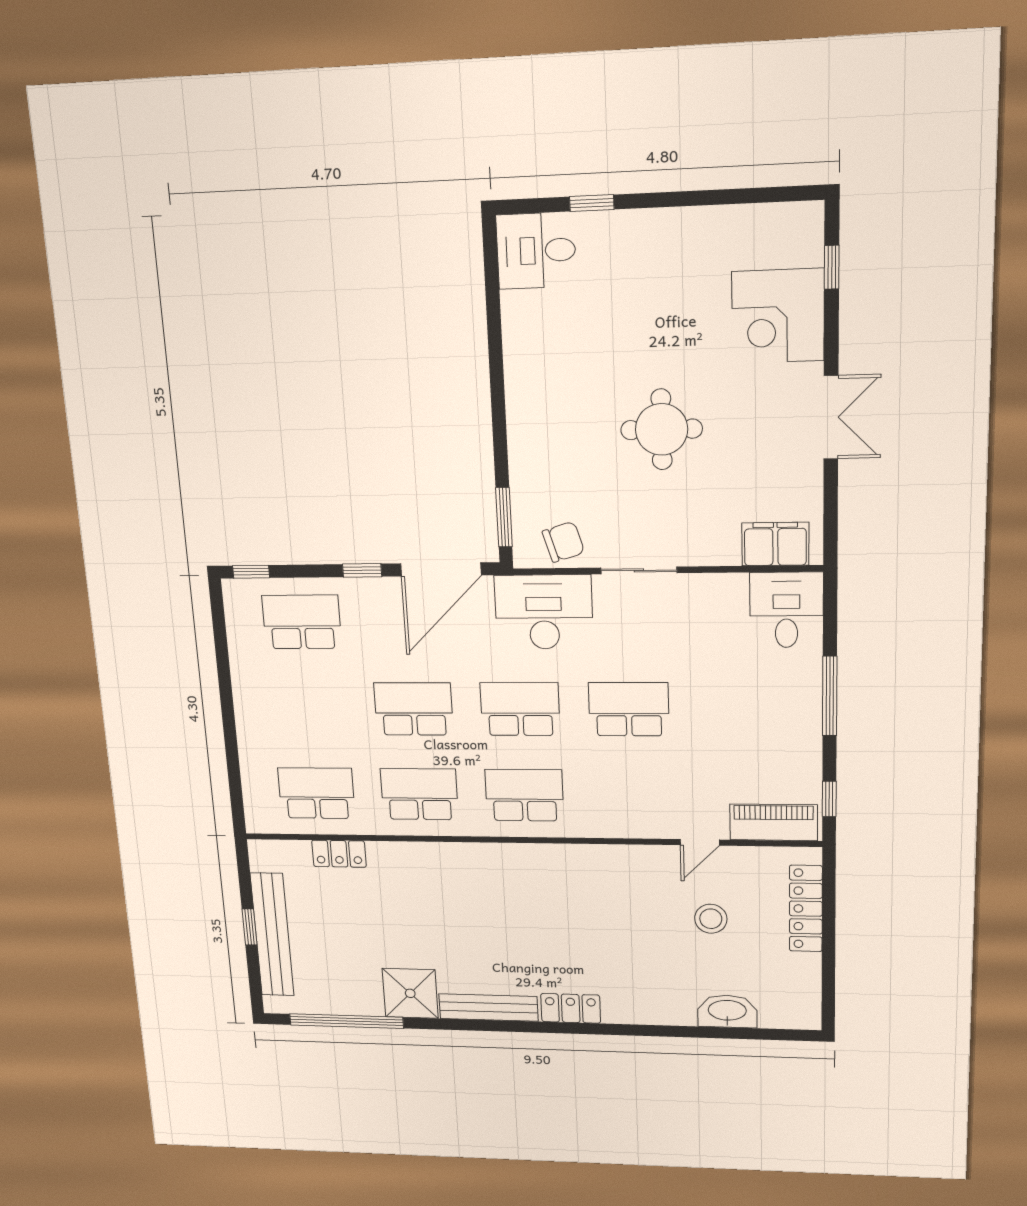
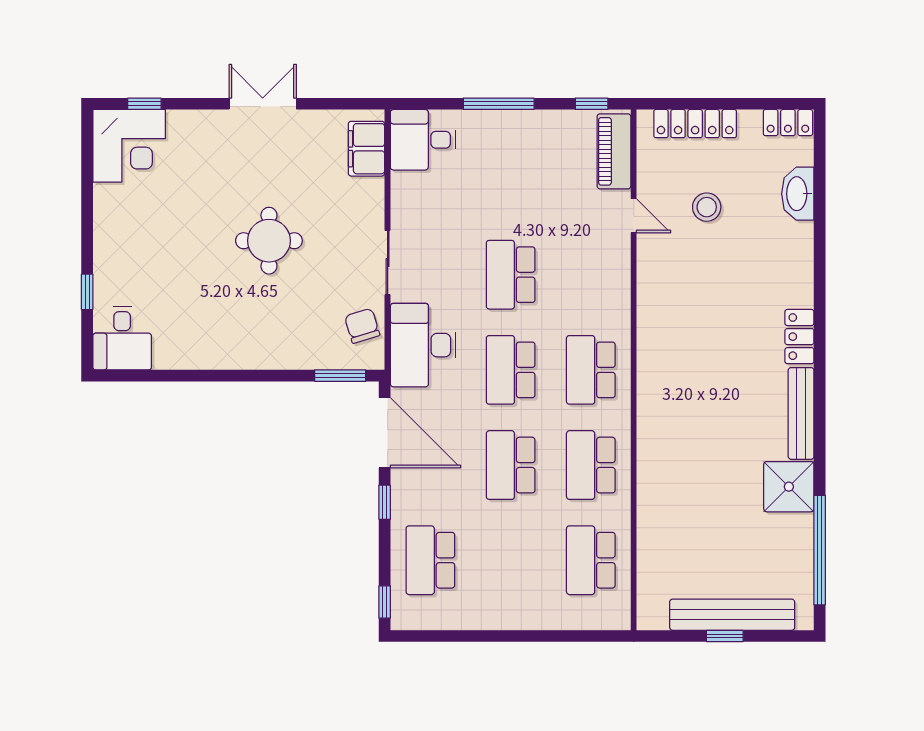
corner desk: (778, 316) -> (129, 146), moved
locker: (339, 854) -> (788, 123), moved, turned 90

